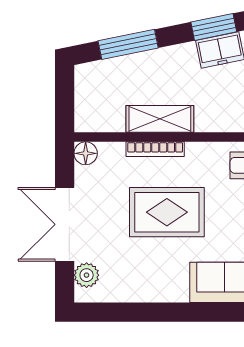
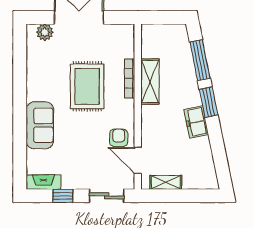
window: (214, 27) -> (209, 102), moved
floor lamp: (86, 153) -> (127, 32), removed

